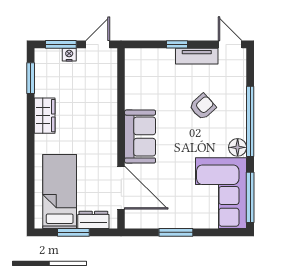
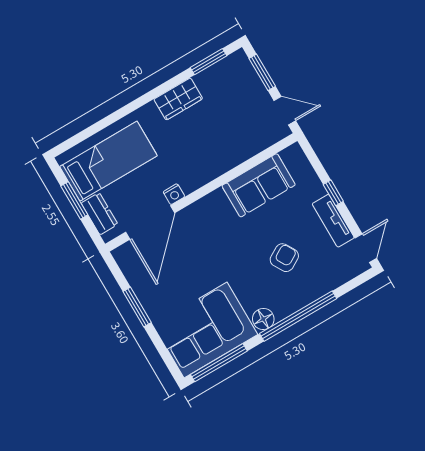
nightstand: (69, 55) -> (174, 194), moved, turned 90
armchair: (203, 107) -> (284, 258), turned -78
sofa: (140, 137) -> (259, 185), moved

